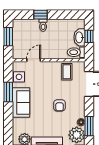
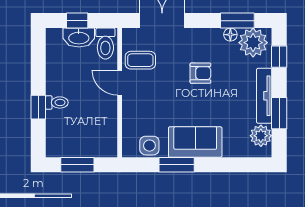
door: (34, 60) -> (120, 83), moved

